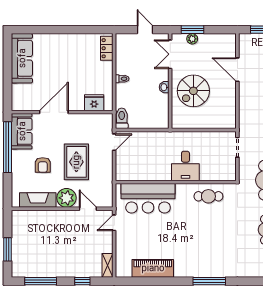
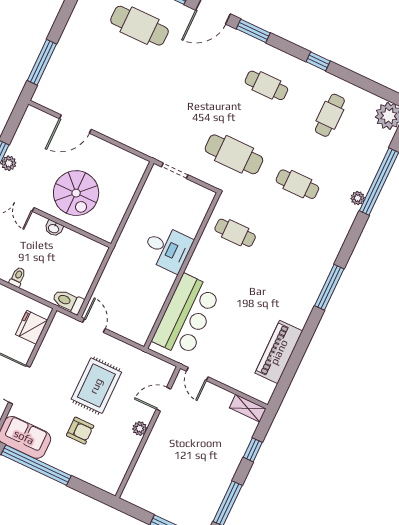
rug: (76, 162) -> (96, 386), turned 90
cafe table: (208, 196) -> (235, 233), moved, turned 90
plant: (66, 198) -> (140, 428), width x0.53, depth x0.53
fireplace: (38, 200) -> (122, 458), removed

